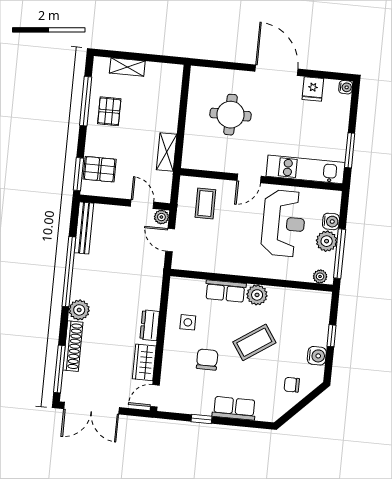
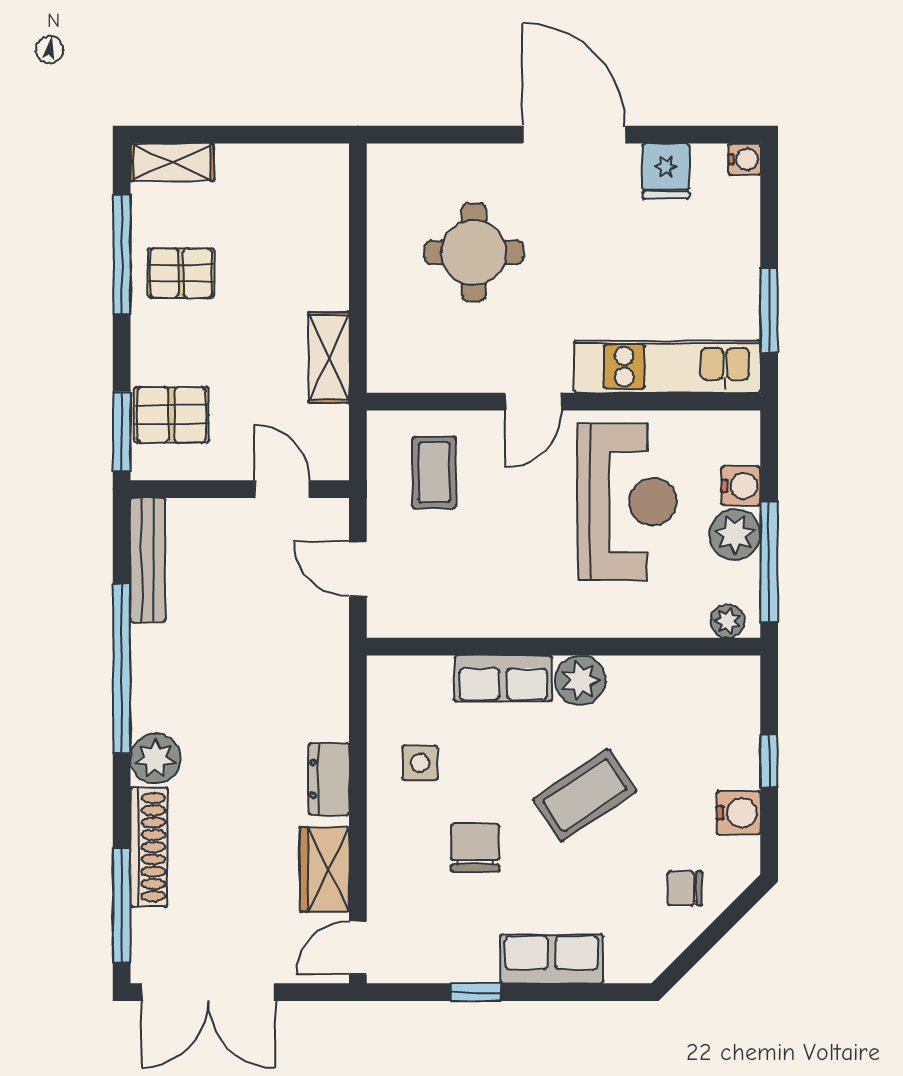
shelving: (127, 67) -> (172, 162), moved
pallet: (109, 111) -> (181, 273), turned 90
plant: (161, 217) -> (332, 515), removed

